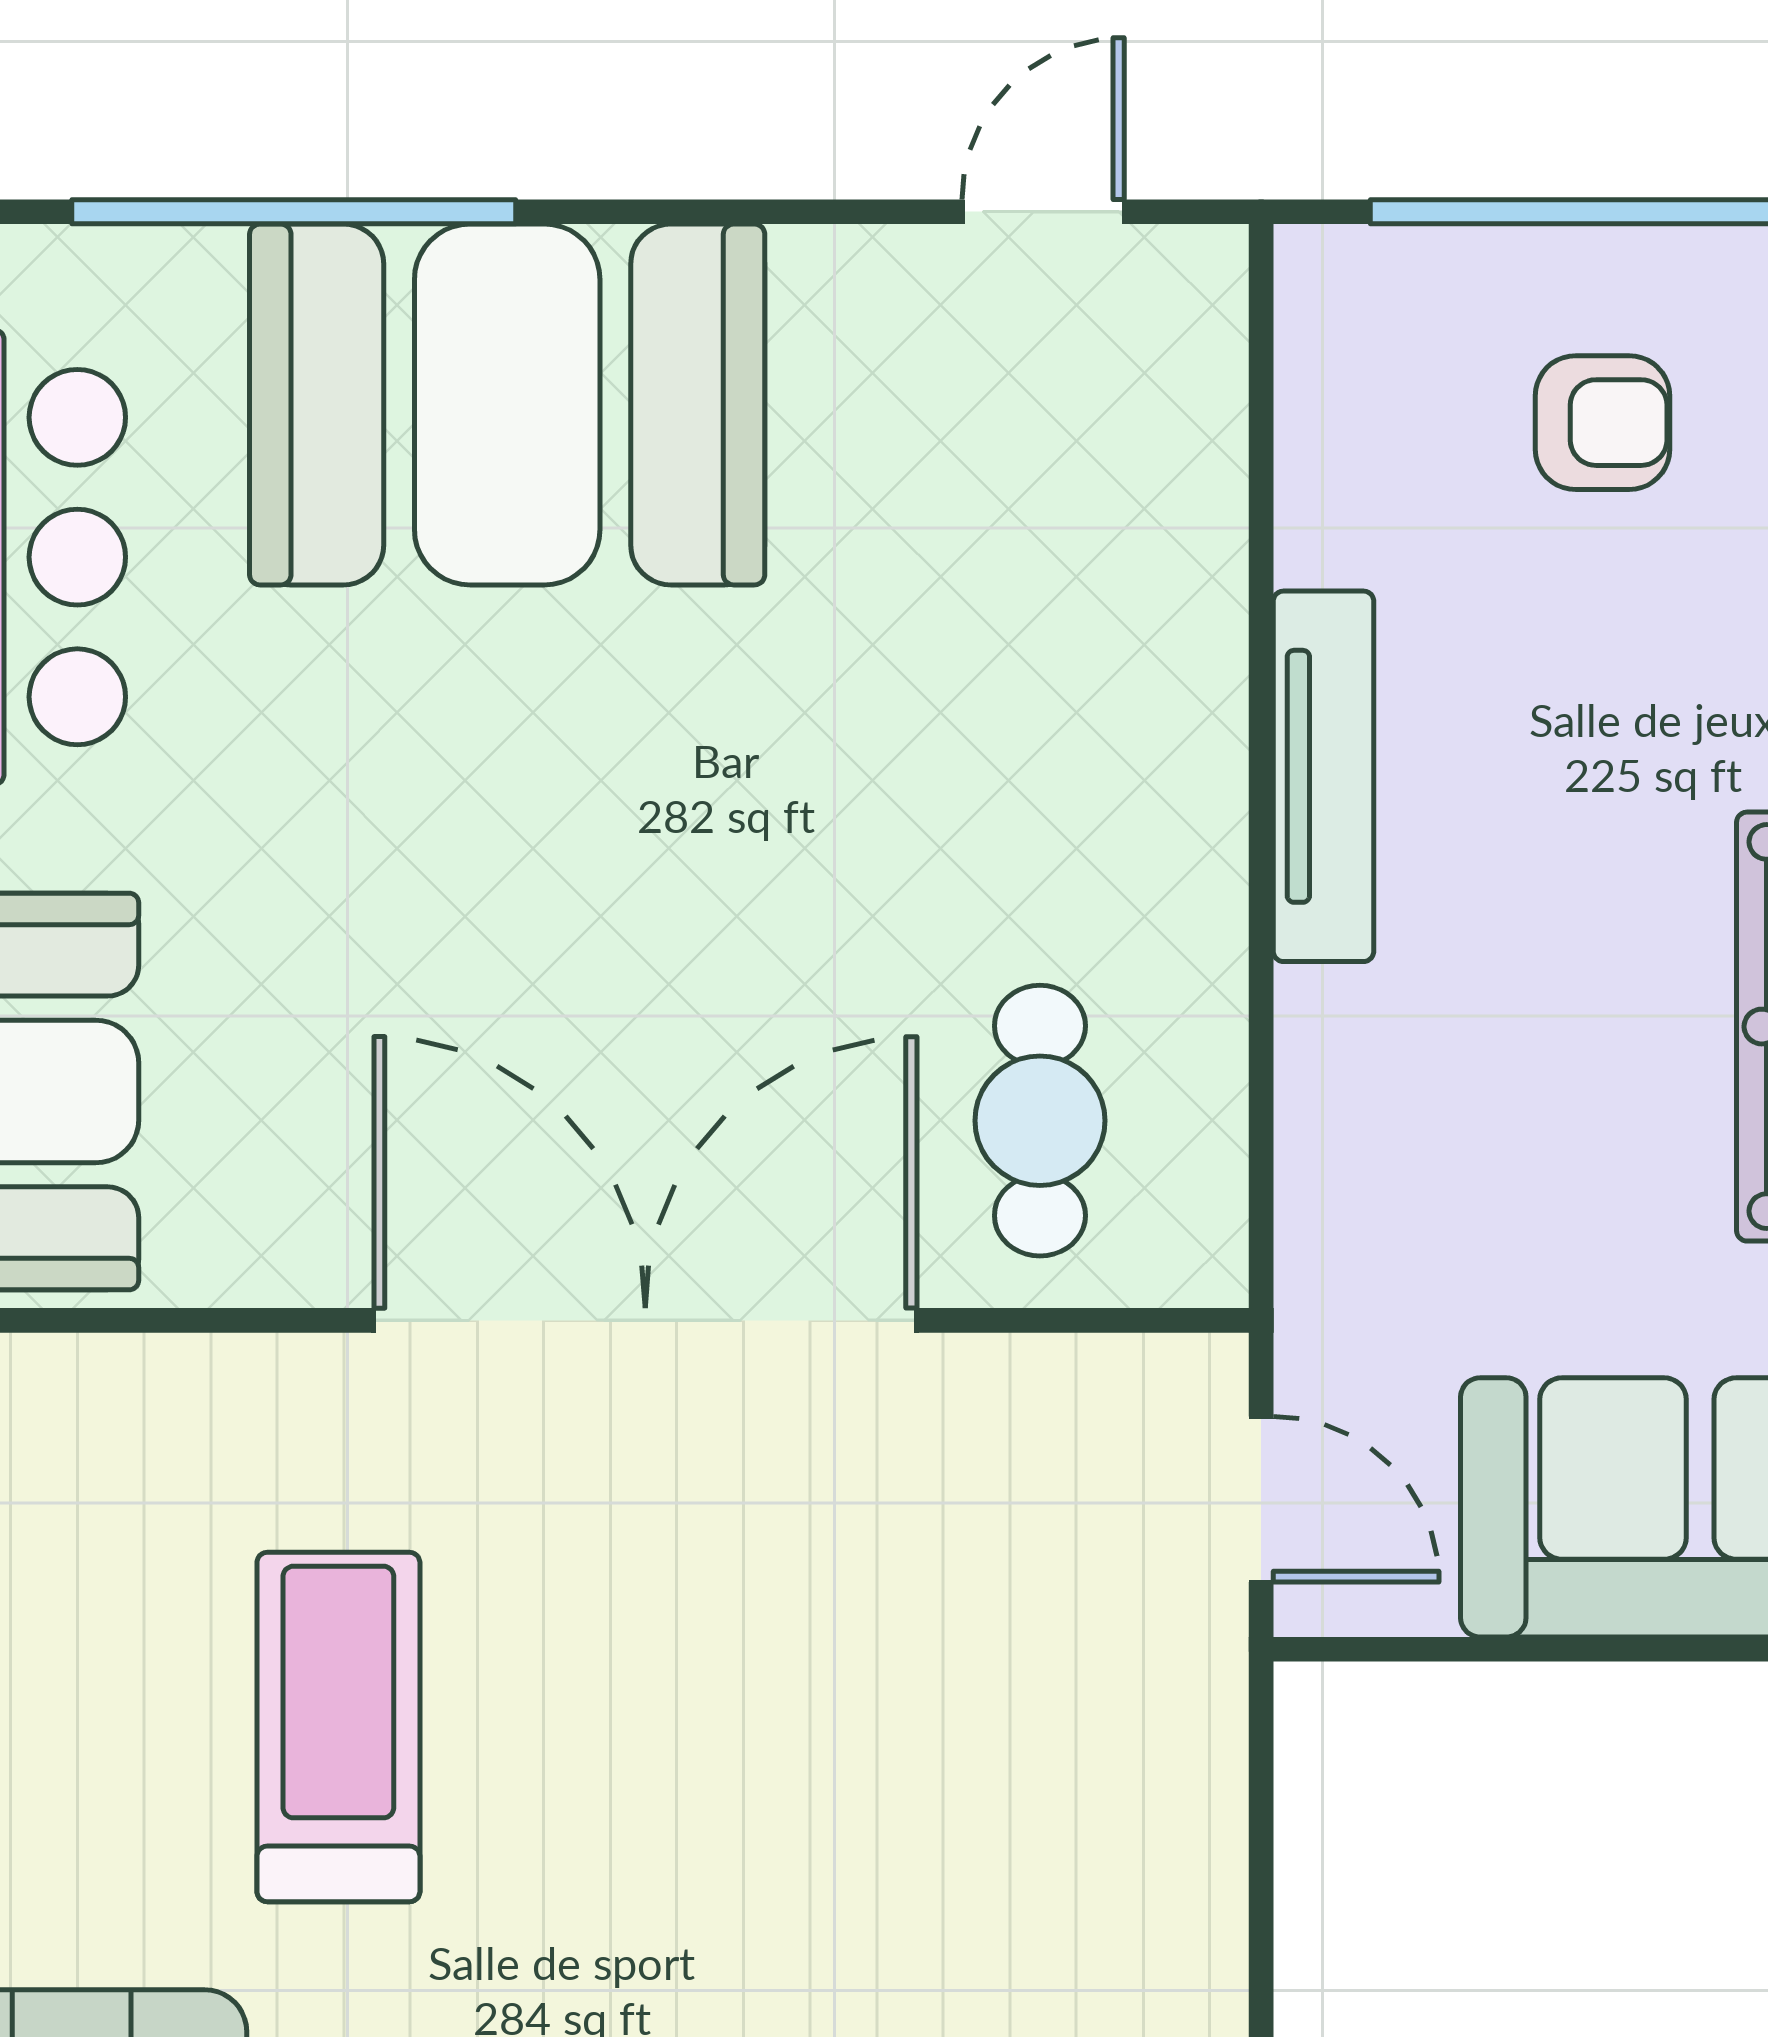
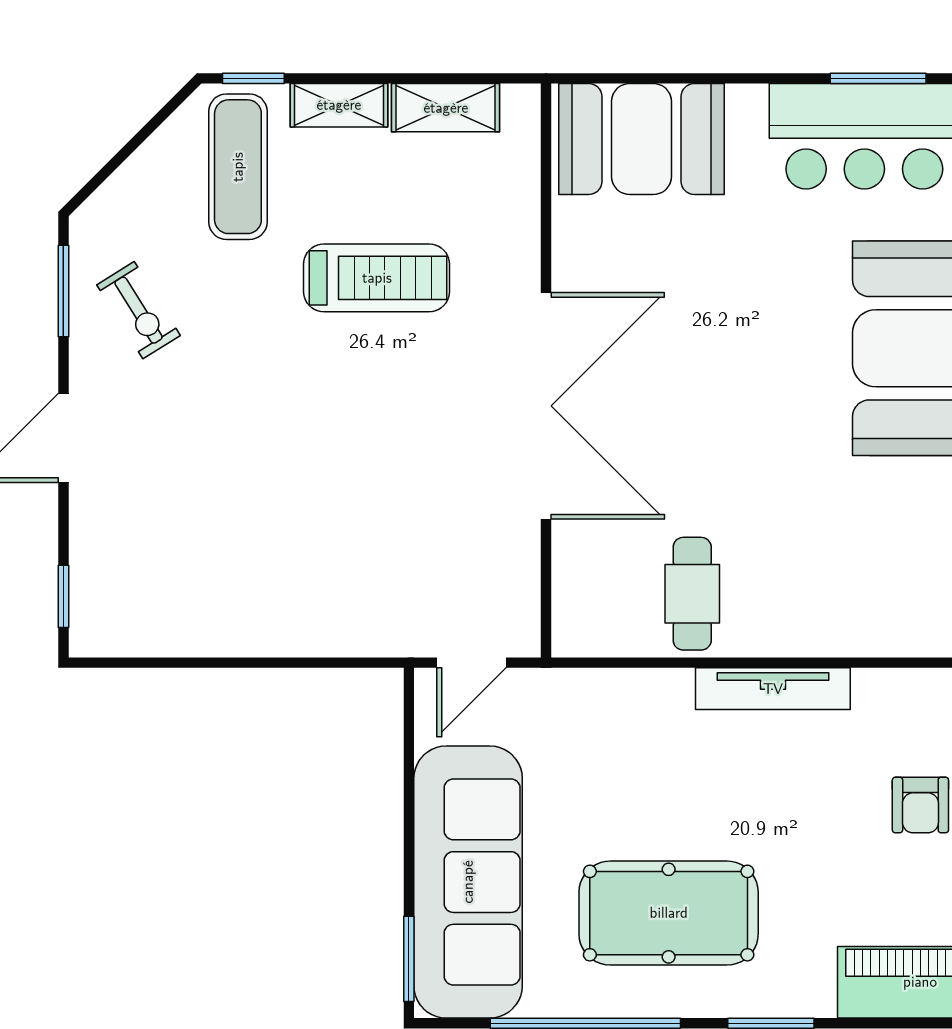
cafe table: (1040, 1121) -> (692, 594), moved, turned 90

